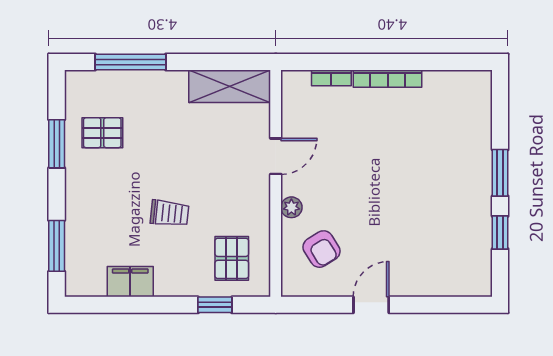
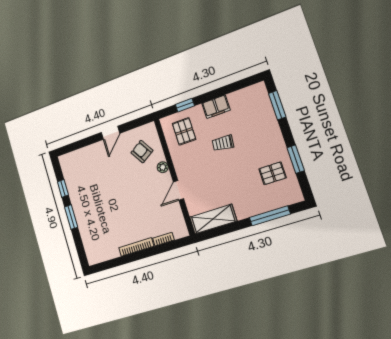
filing cabinet: (130, 282) -> (216, 107), moved

